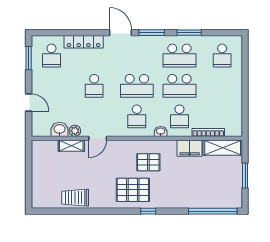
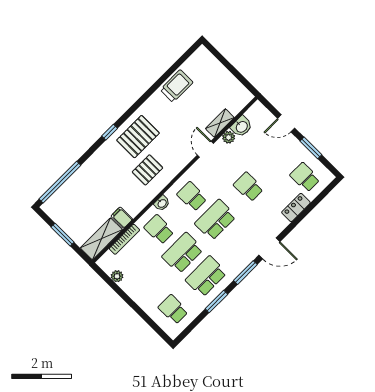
locker: (84, 42) -> (296, 208), width x0.66
window: (29, 58) -> (311, 148), moved
plant: (237, 113) -> (117, 276), added
filing cabinet: (190, 148) -> (122, 218), width x0.50

